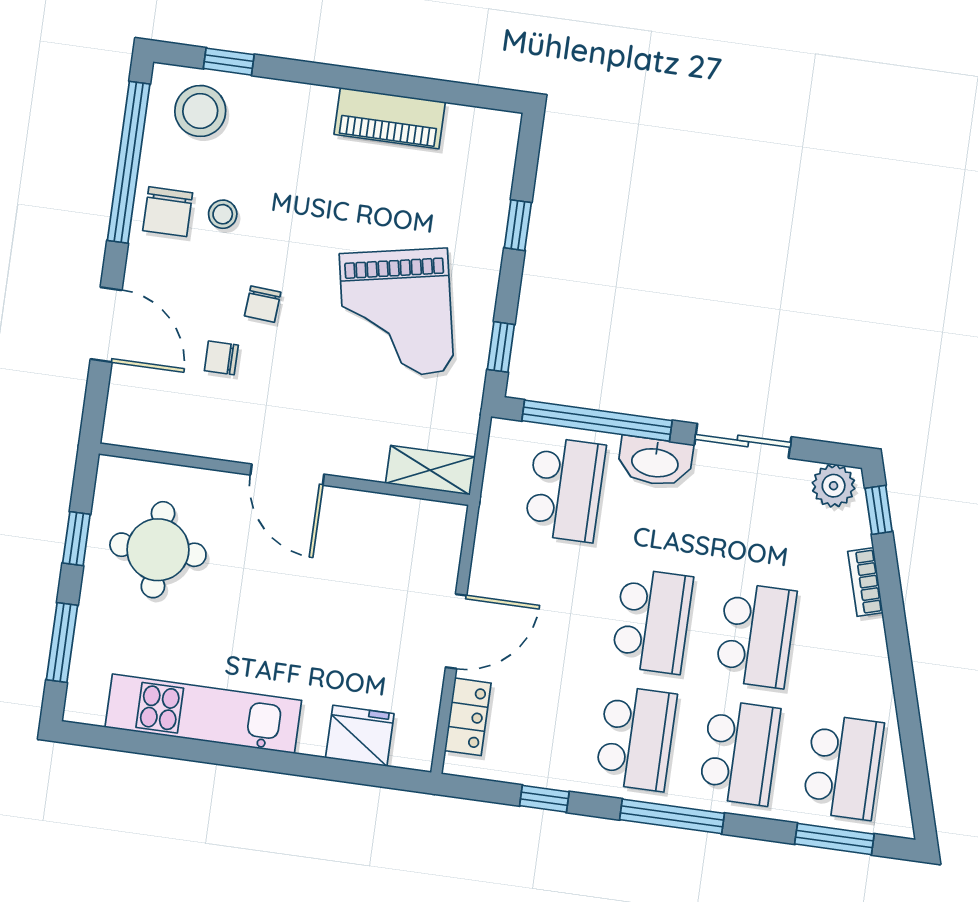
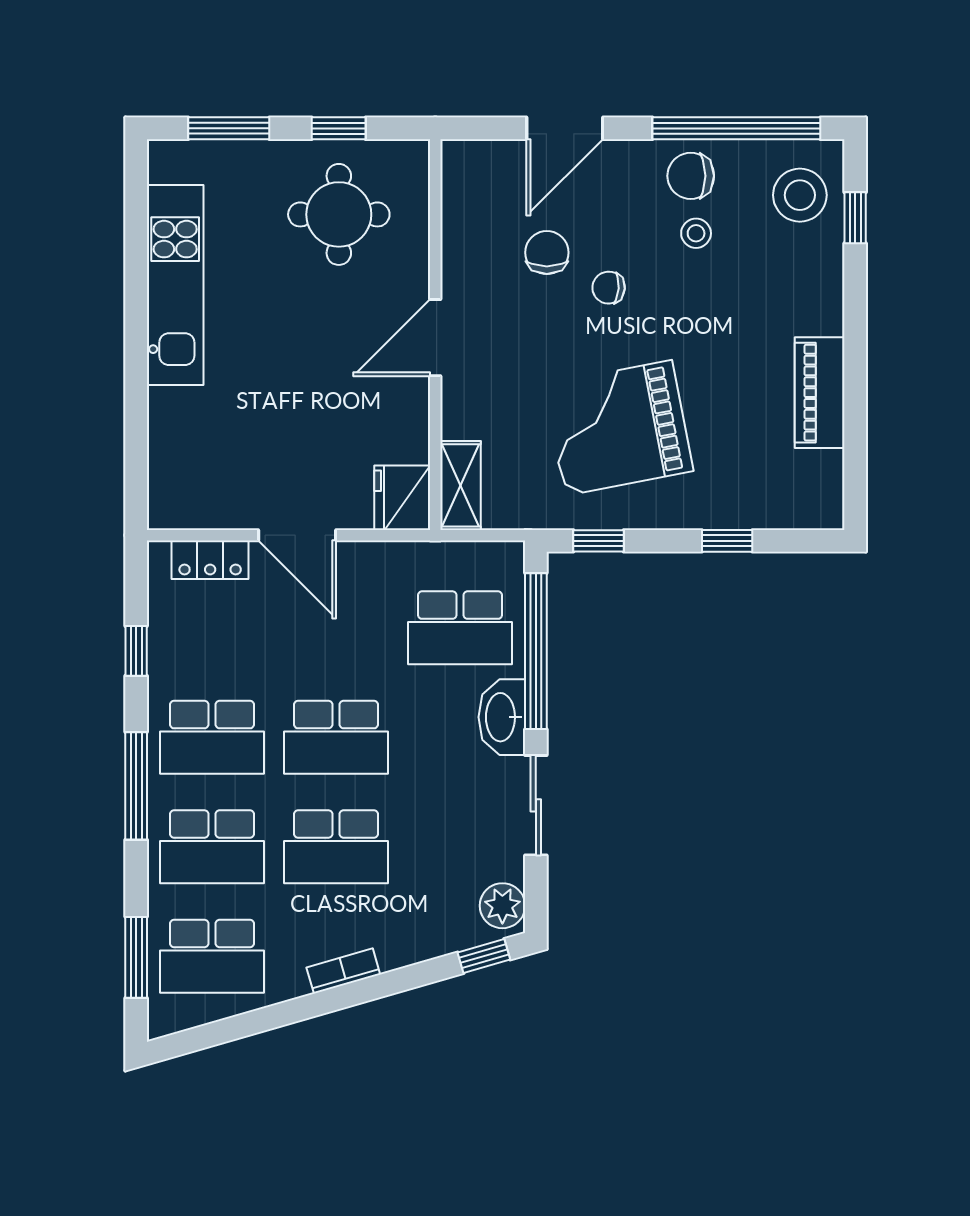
chair: (221, 358) -> (547, 253), width x1.37, depth x1.37
bookcase: (865, 582) -> (343, 971), moved
fridge: (360, 736) -> (402, 498), moved, turned 180

